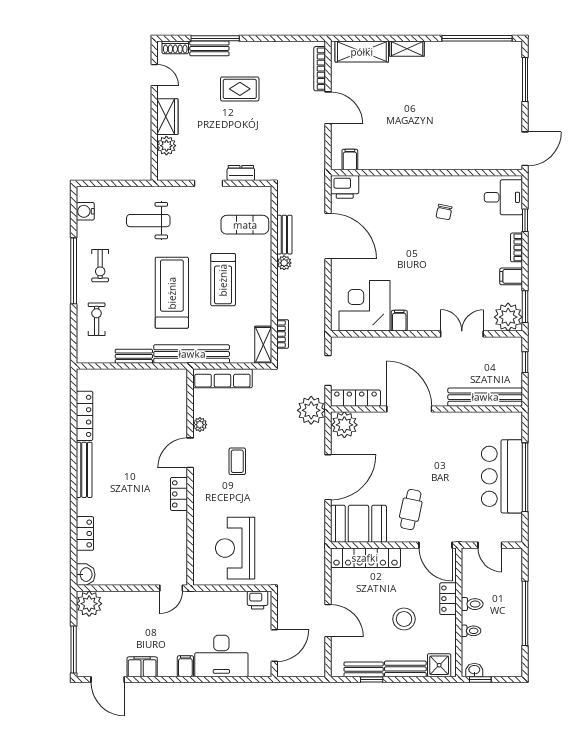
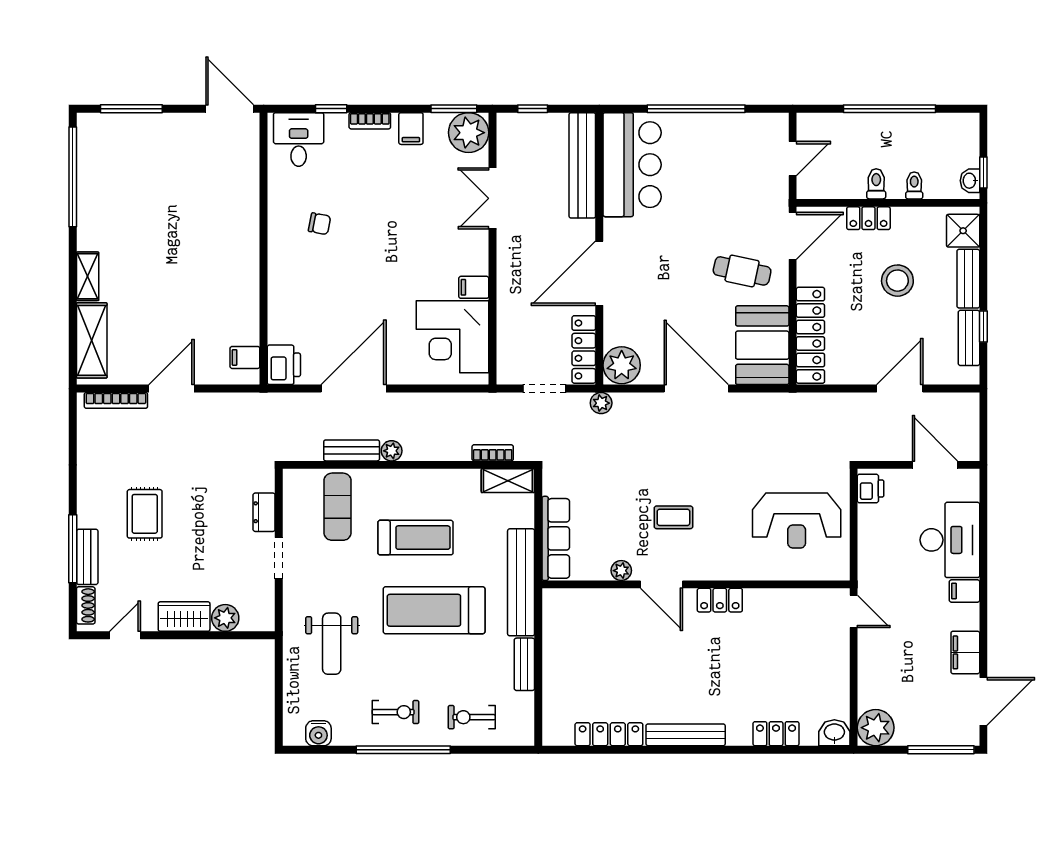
plant: (311, 410) -> (601, 403), width x0.53, depth x0.53
bar counter: (502, 476) -> (632, 165), moved, turned -90

